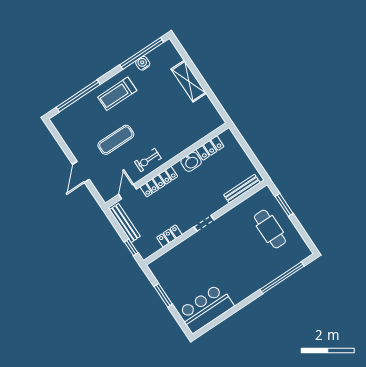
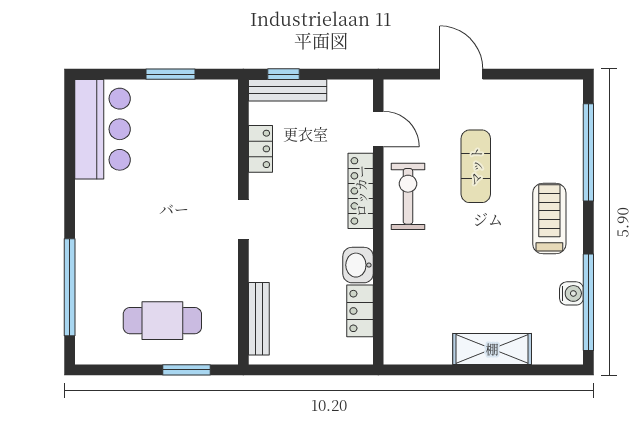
exercise bike: (148, 160) -> (408, 196), width x1.38, depth x1.39
bench: (125, 223) -> (288, 90), moved

